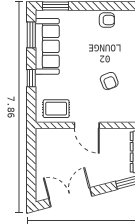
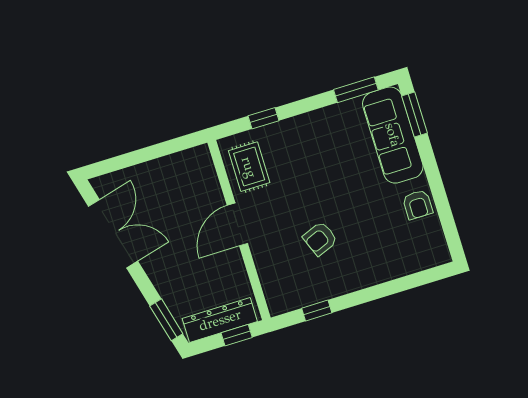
sofa: (47, 46) -> (393, 135), moved, turned 90
window: (31, 78) -> (263, 118), moved

